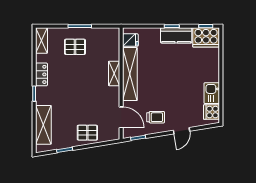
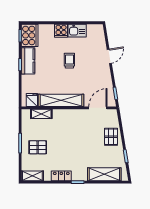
pallet: (75, 47) -> (38, 147), turned 90
shelving: (114, 73) -> (41, 114), moved
cooker: (212, 112) -> (61, 31), moved
trolley: (156, 117) -> (69, 61), moved
door: (182, 131) -> (109, 56), hinge flipped

